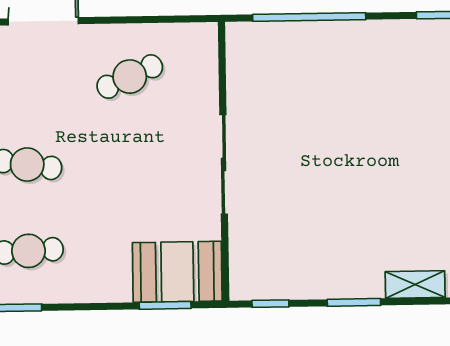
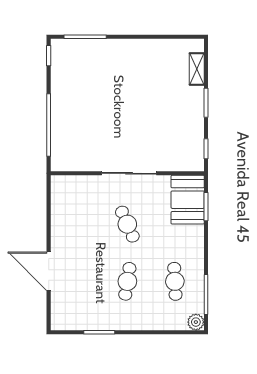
cafe table: (130, 77) -> (127, 224), moved

